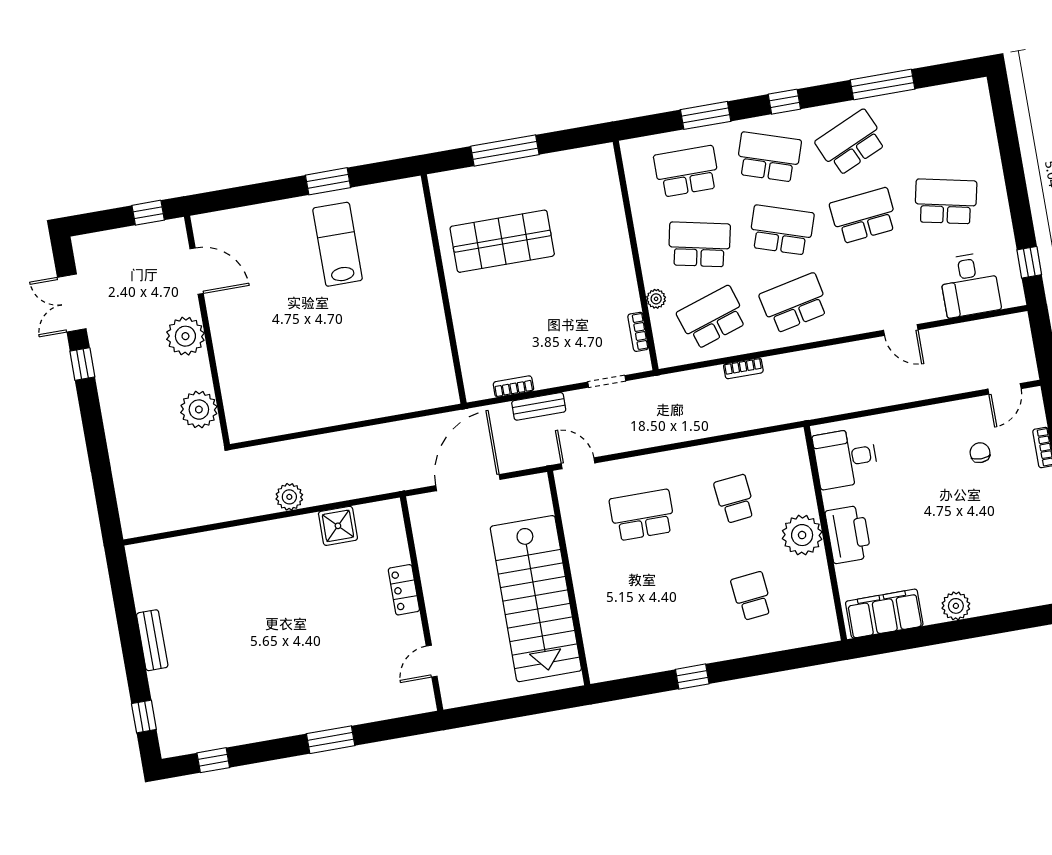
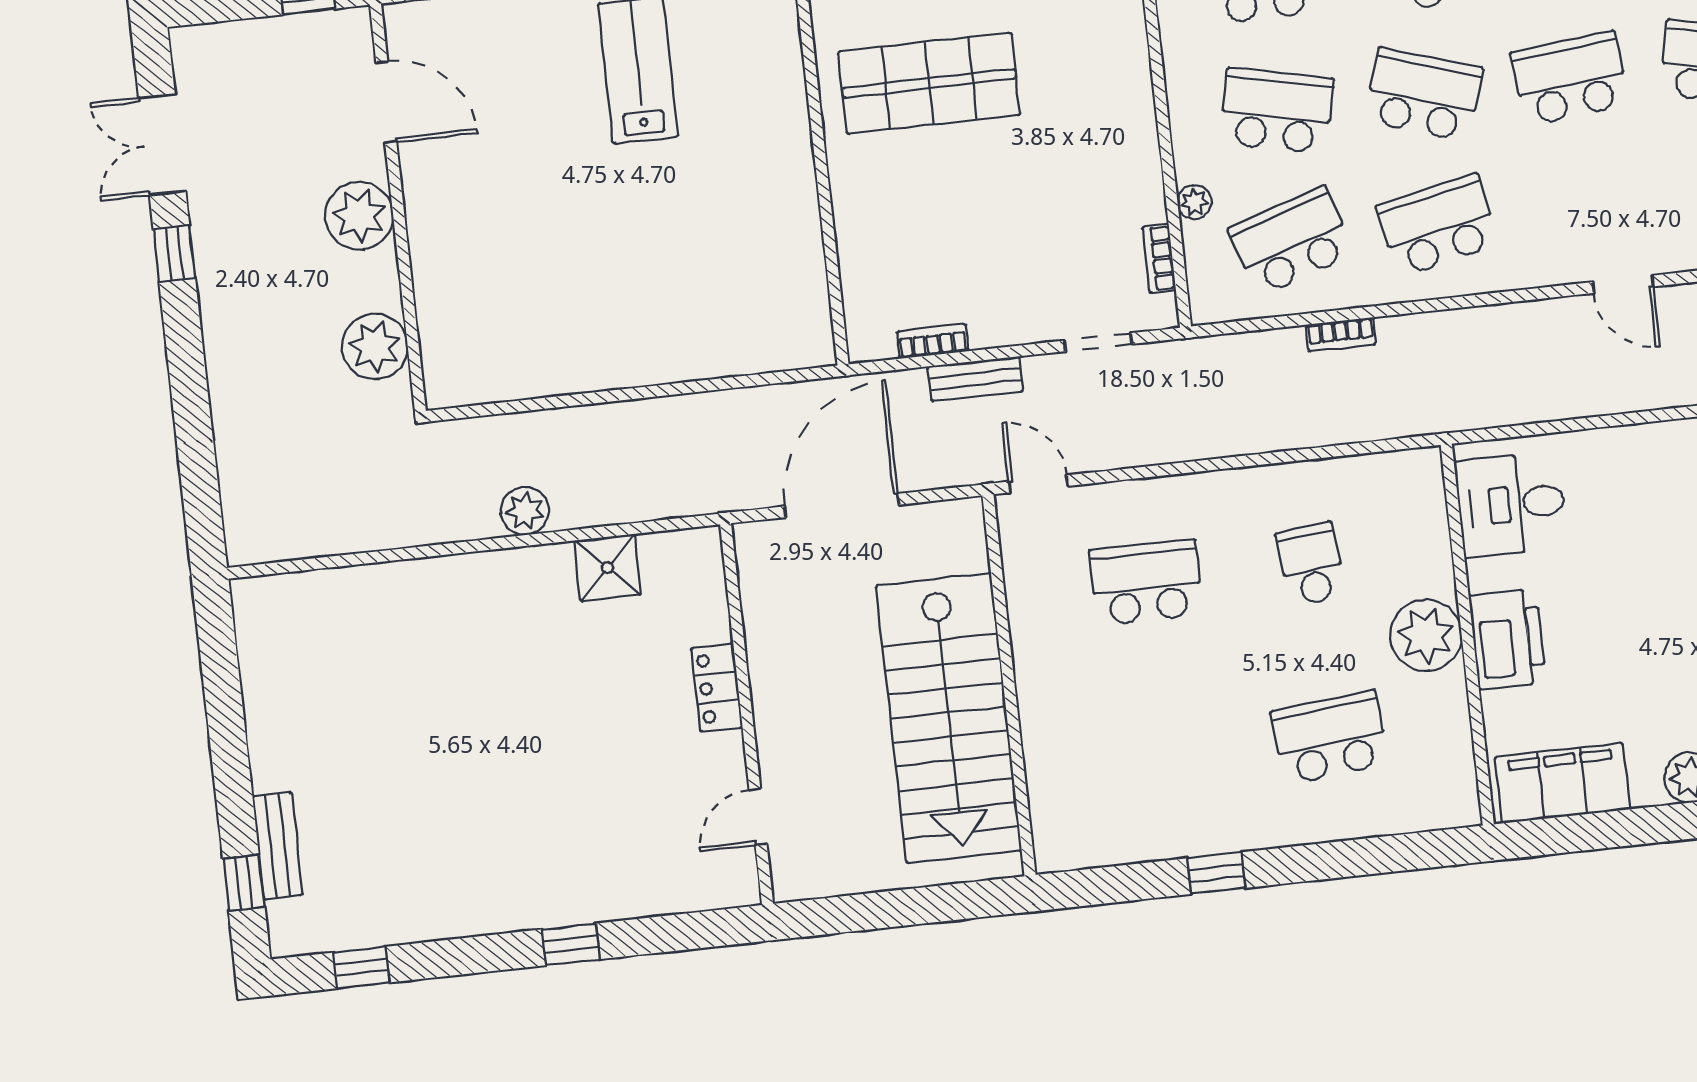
school desk: (752, 596) -> (1330, 737), width x1.85
bench: (152, 640) -> (278, 846), moved
window: (331, 740) -> (571, 944), width x0.67

